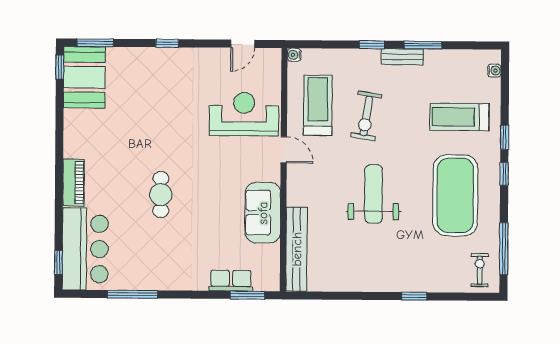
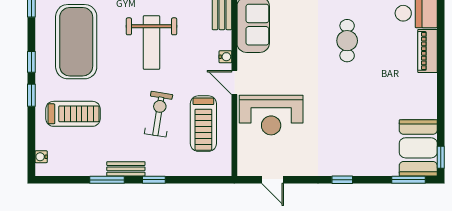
door: (243, 44) -> (273, 180), swing flipped
water cooler: (294, 55) -> (225, 57), moved

